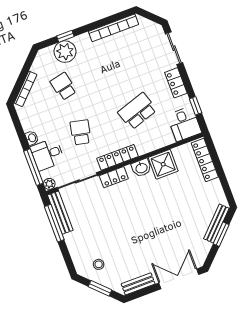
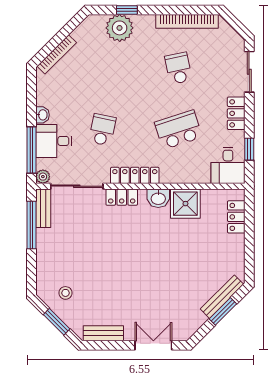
school desk: (63, 86) -> (178, 68), moved
locker: (205, 160) -> (236, 217), width x0.66
bench: (60, 213) -> (43, 208), width x0.73
double door: (179, 279) -> (153, 345), width x0.73

